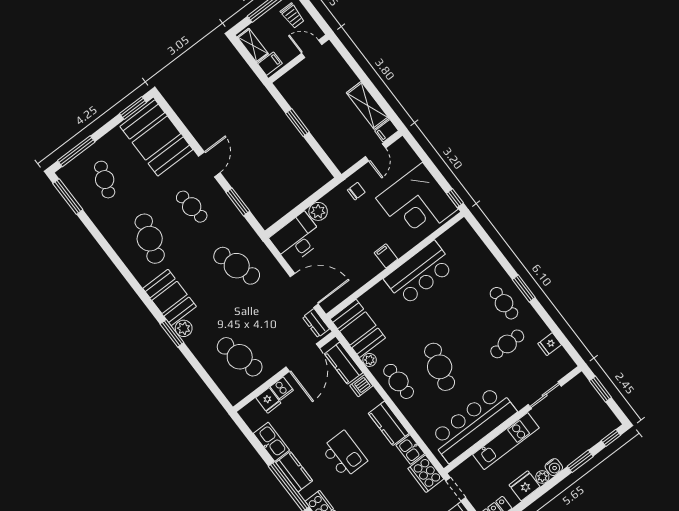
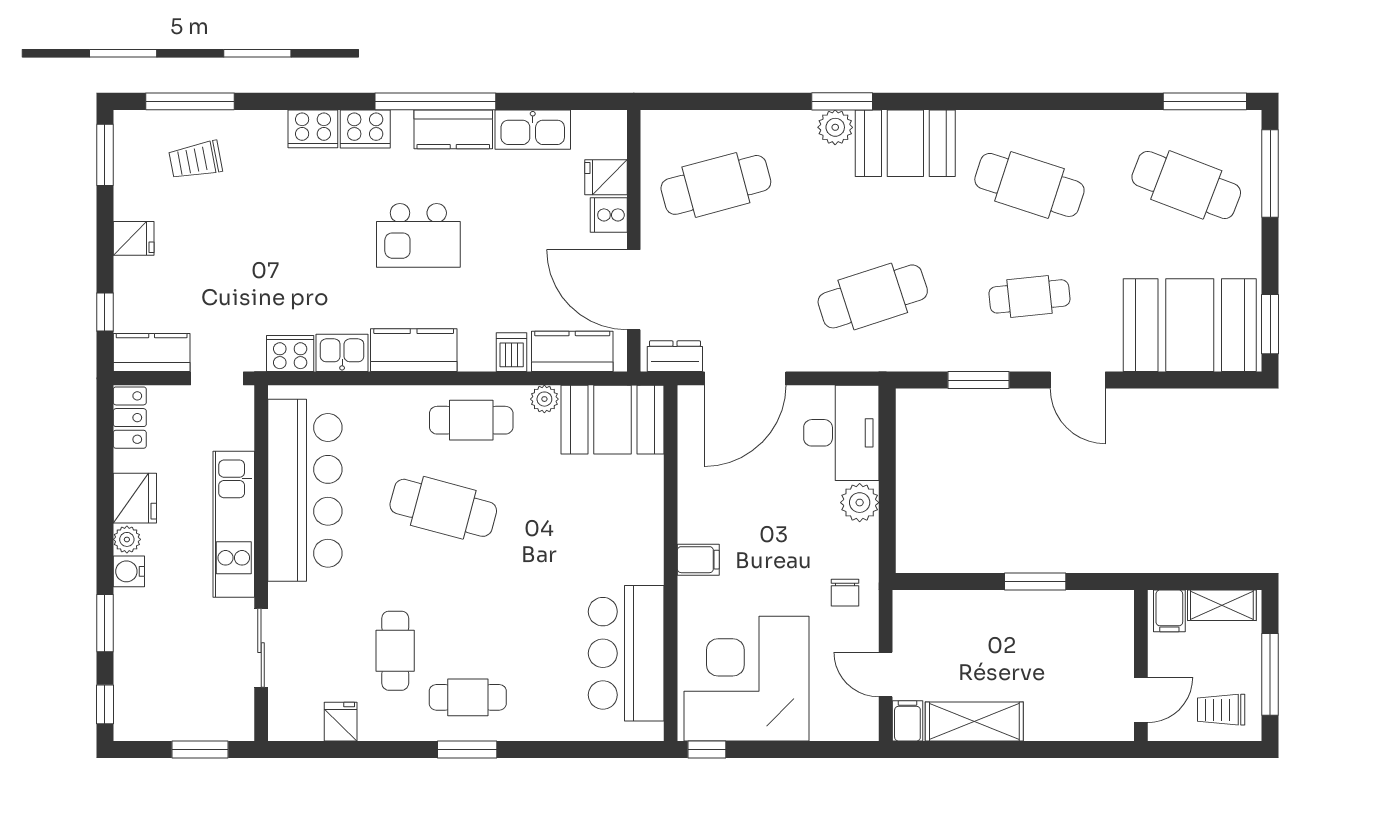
cafe table: (105, 180) -> (1186, 185), width x1.37, depth x1.35
bar counter: (419, 273) -> (626, 653), moved
cooker: (426, 474) -> (290, 354), width x0.73, depth x0.76

